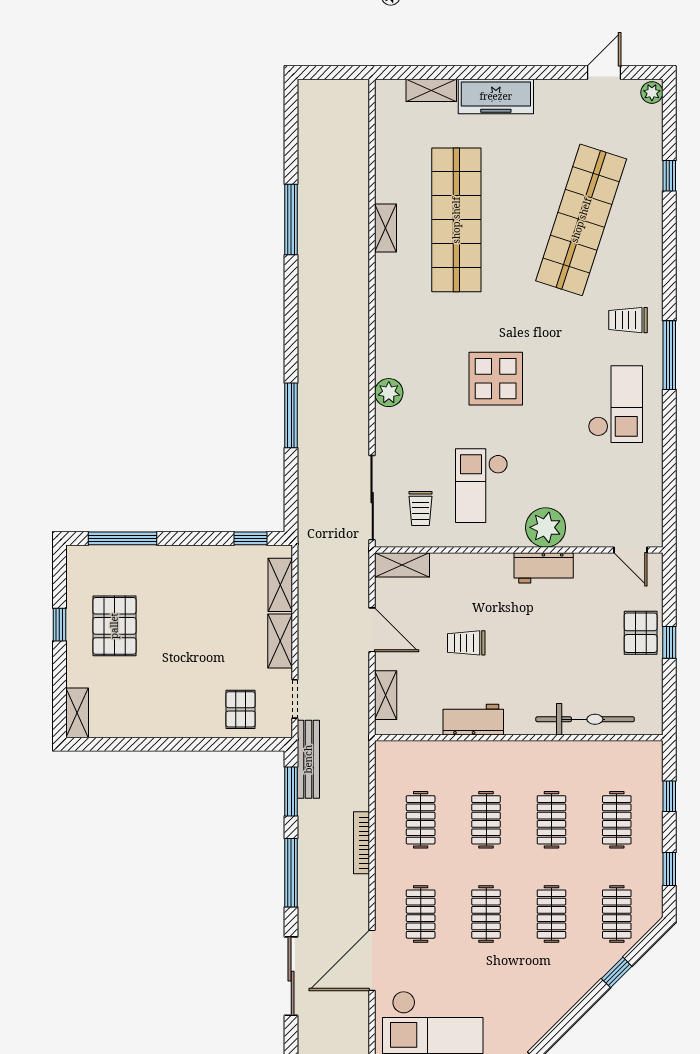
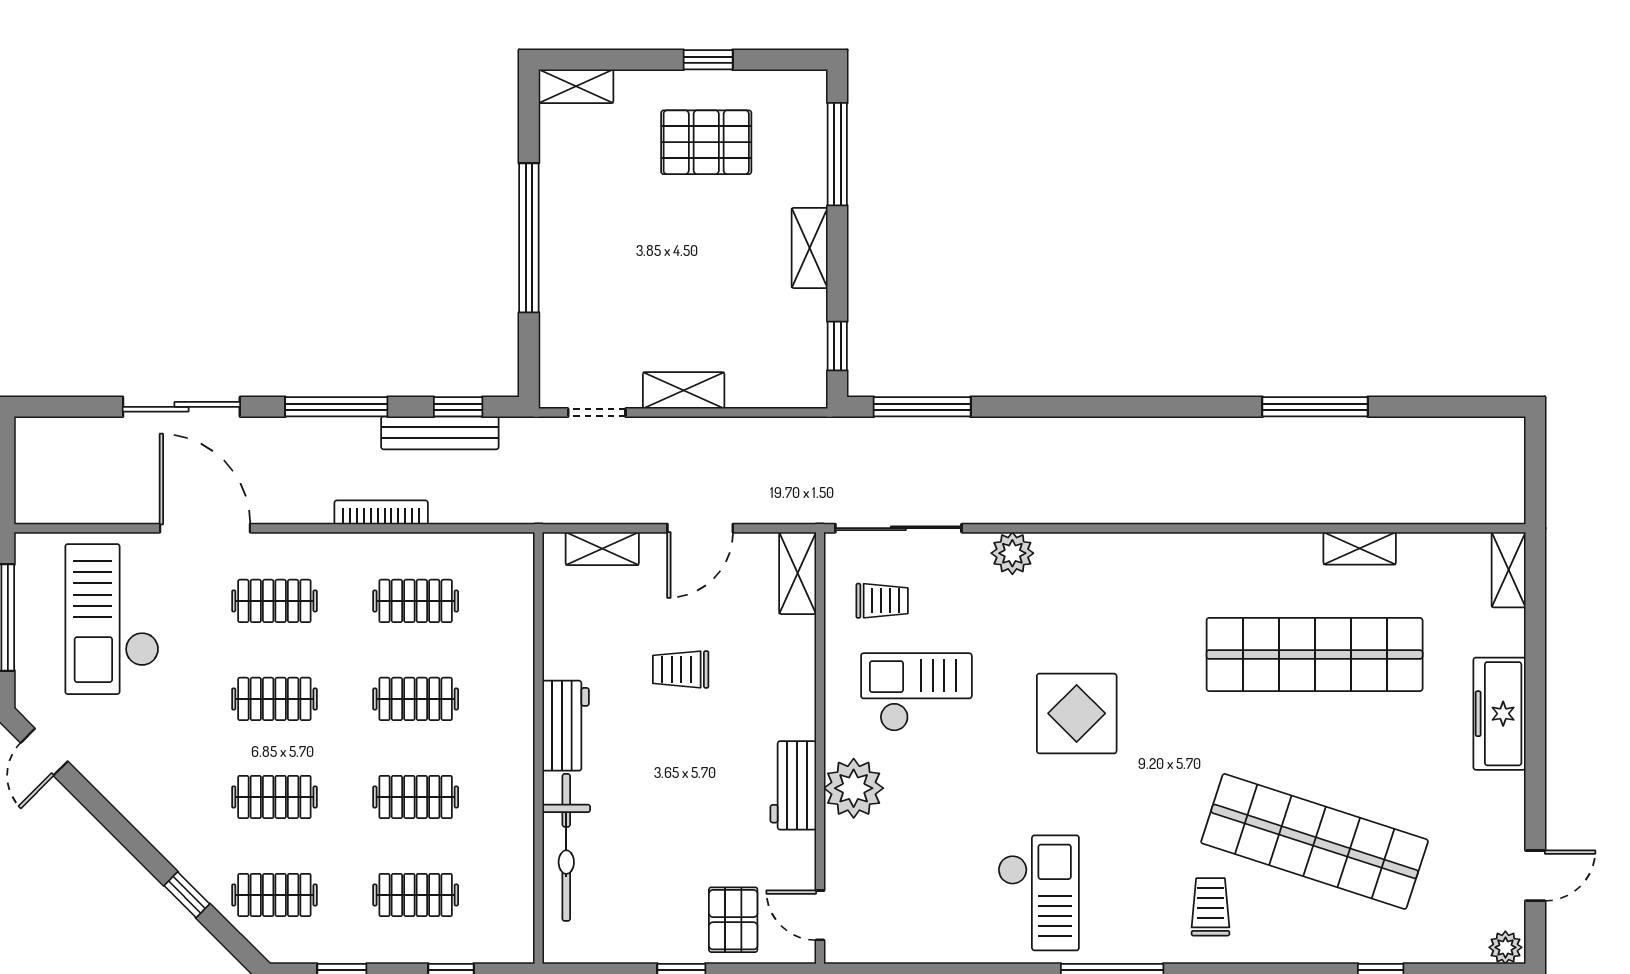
door: (604, 73) -> (1535, 876), hinge flipped
shelving: (431, 90) -> (1509, 570), moved
shelving: (386, 228) -> (1360, 548), moved
trolley: (628, 320) -> (1210, 907), moved
plant: (389, 393) -> (1012, 553), moved
checkout: (615, 404) -> (1038, 893), turned -90
window: (291, 415) -> (922, 407), moved
trolley: (420, 508) -> (882, 601), turned 180
door: (630, 550) -> (820, 915), hinge flipped
shelving: (280, 585) -> (810, 248), moved, turned 90
pallet: (641, 633) -> (733, 920), moved, turned 90
trolley: (466, 643) -> (681, 669), turned -90
pallet: (241, 709) -> (581, 331), removed
workbench: (473, 720) -> (566, 726), moved
window: (178, 744) -> (529, 238), added
bench: (308, 759) -> (440, 433), moved
window: (291, 791) -> (458, 407), width x0.67

